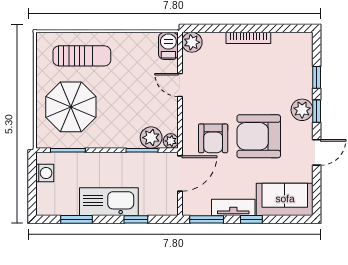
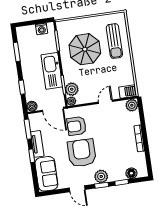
floor lamp: (304, 59) -> (131, 173), added
parasol: (71, 107) -> (85, 49), moved
kitchen sink: (109, 202) -> (52, 71), moved, turned 180
boiler: (170, 207) -> (32, 106), added

